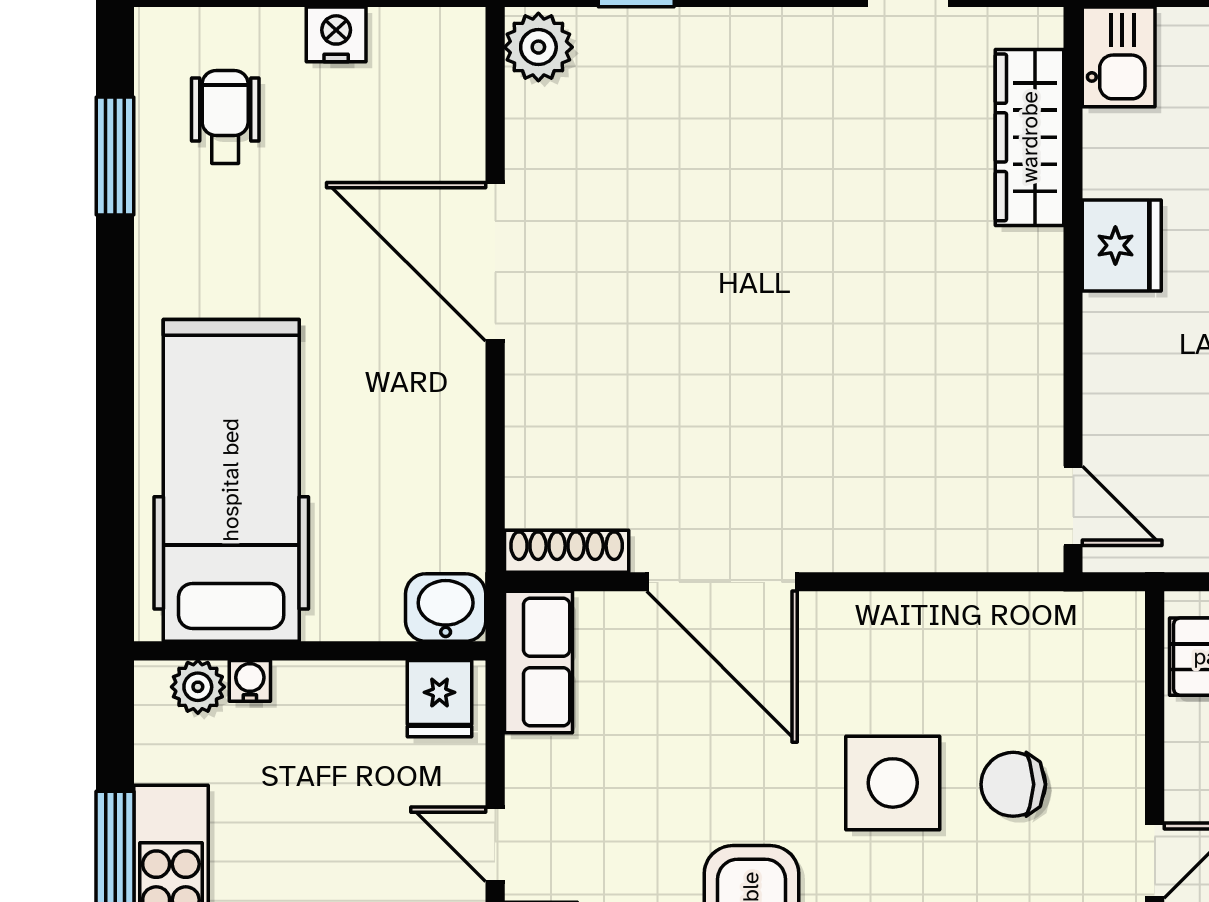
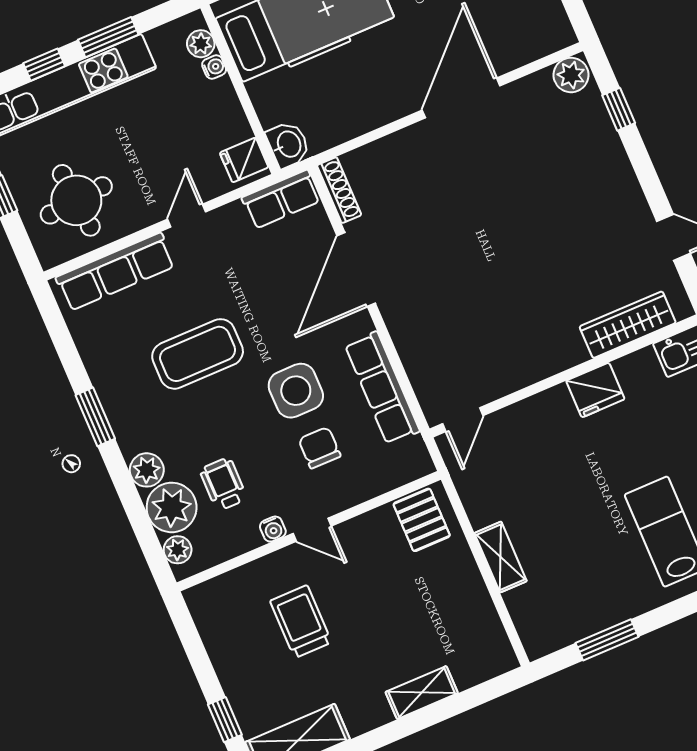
row of seats: (954, 626) -> (382, 388), added

